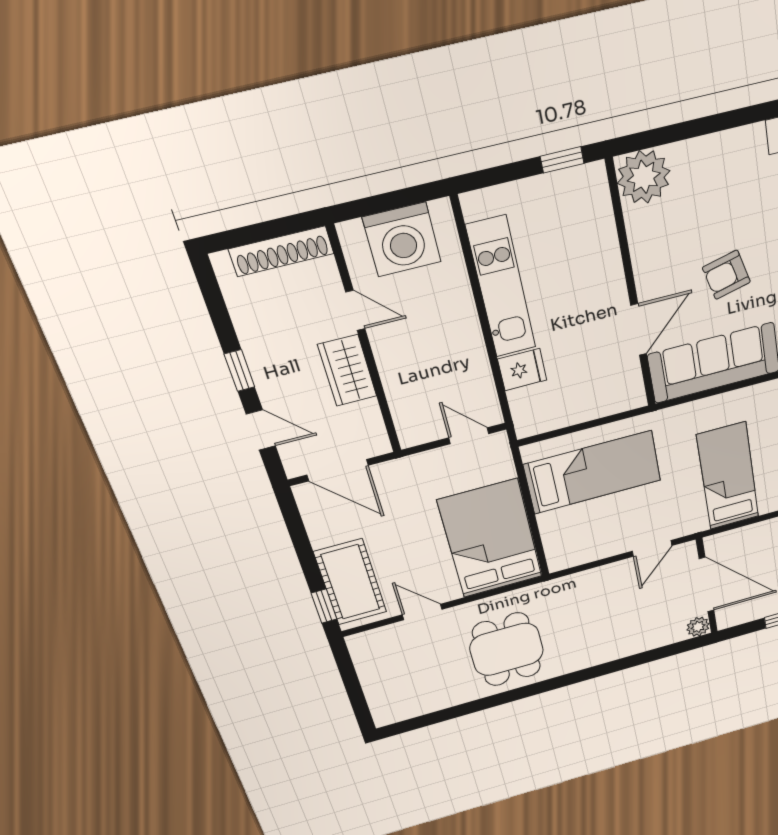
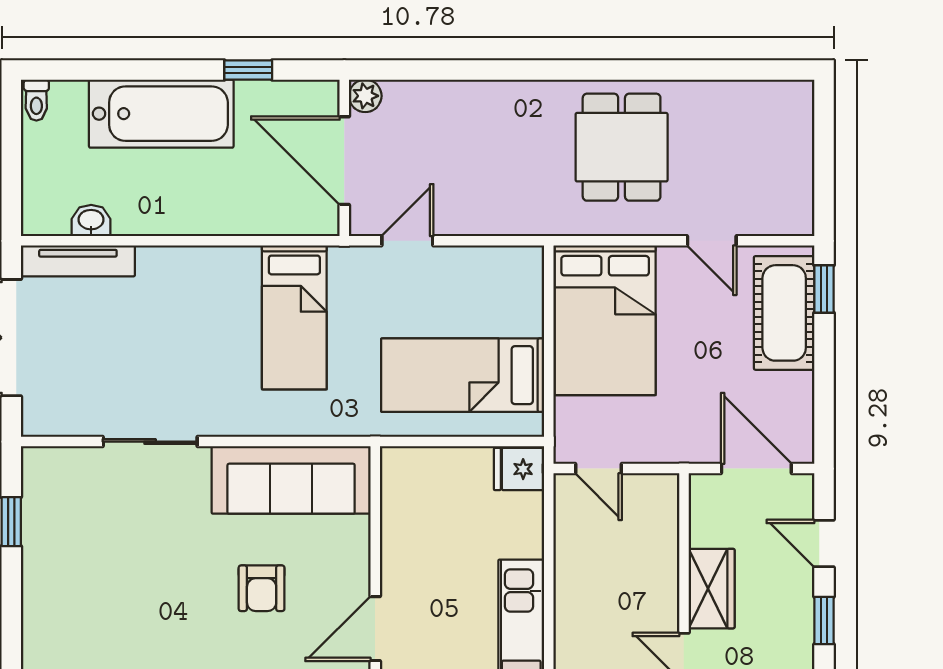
armchair: (726, 275) -> (262, 588), turned 104
door: (639, 330) -> (375, 629), moved
fridge: (522, 370) -> (519, 469), moved

